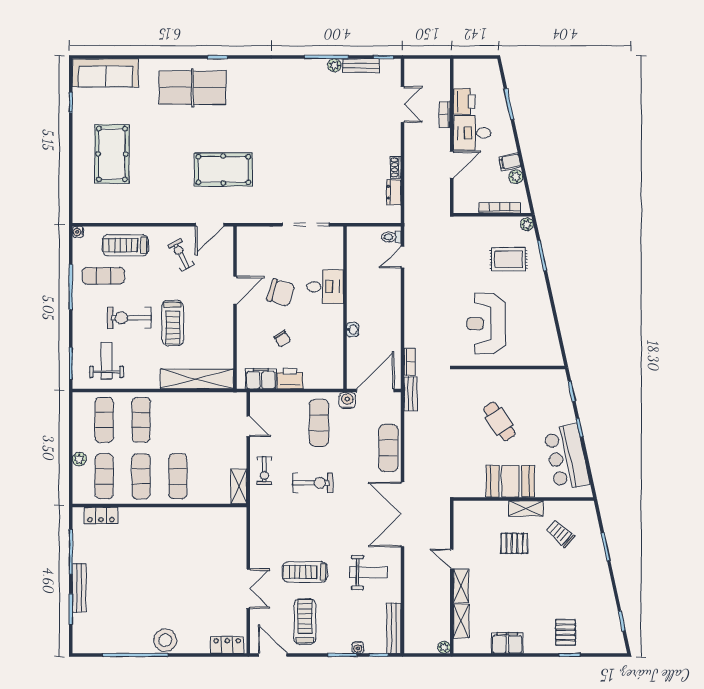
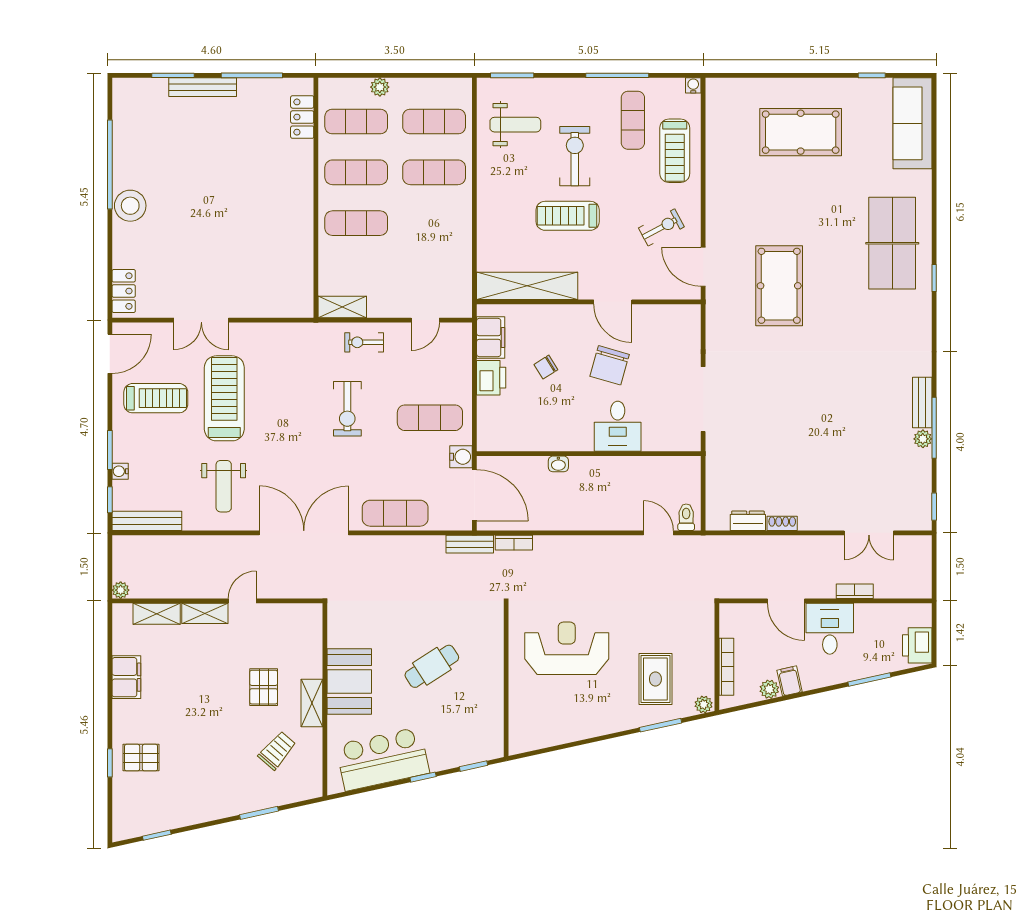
bench: (361, 66) -> (922, 403), moved
printer: (464, 101) -> (917, 645), moved, turned 90
treadmill: (125, 245) -> (675, 151), turned 180
shelving: (197, 379) -> (527, 286), moved, turned 90
treadmill: (305, 572) -> (224, 398), width x1.37, depth x1.38

